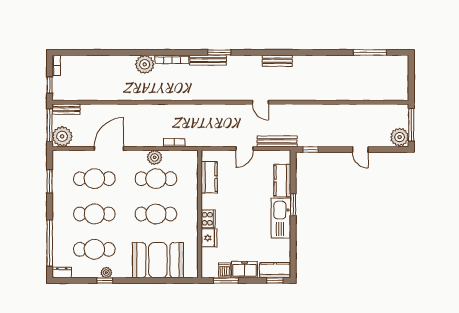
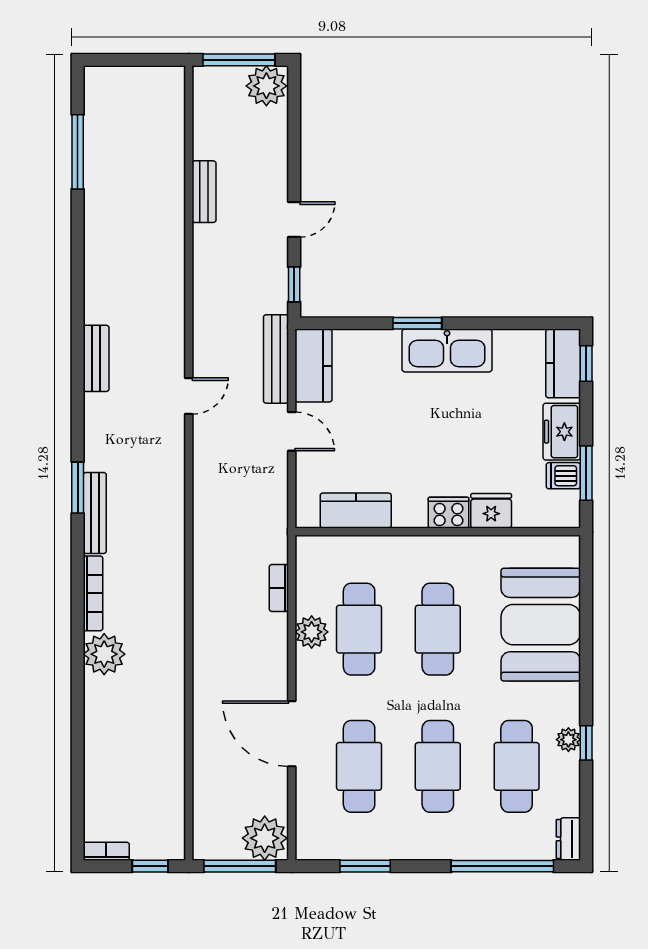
bench: (66, 109) -> (204, 192), moved
door: (360, 150) -> (294, 219), moved
kitchen counter: (282, 181) -> (314, 366), moved, turned -90

